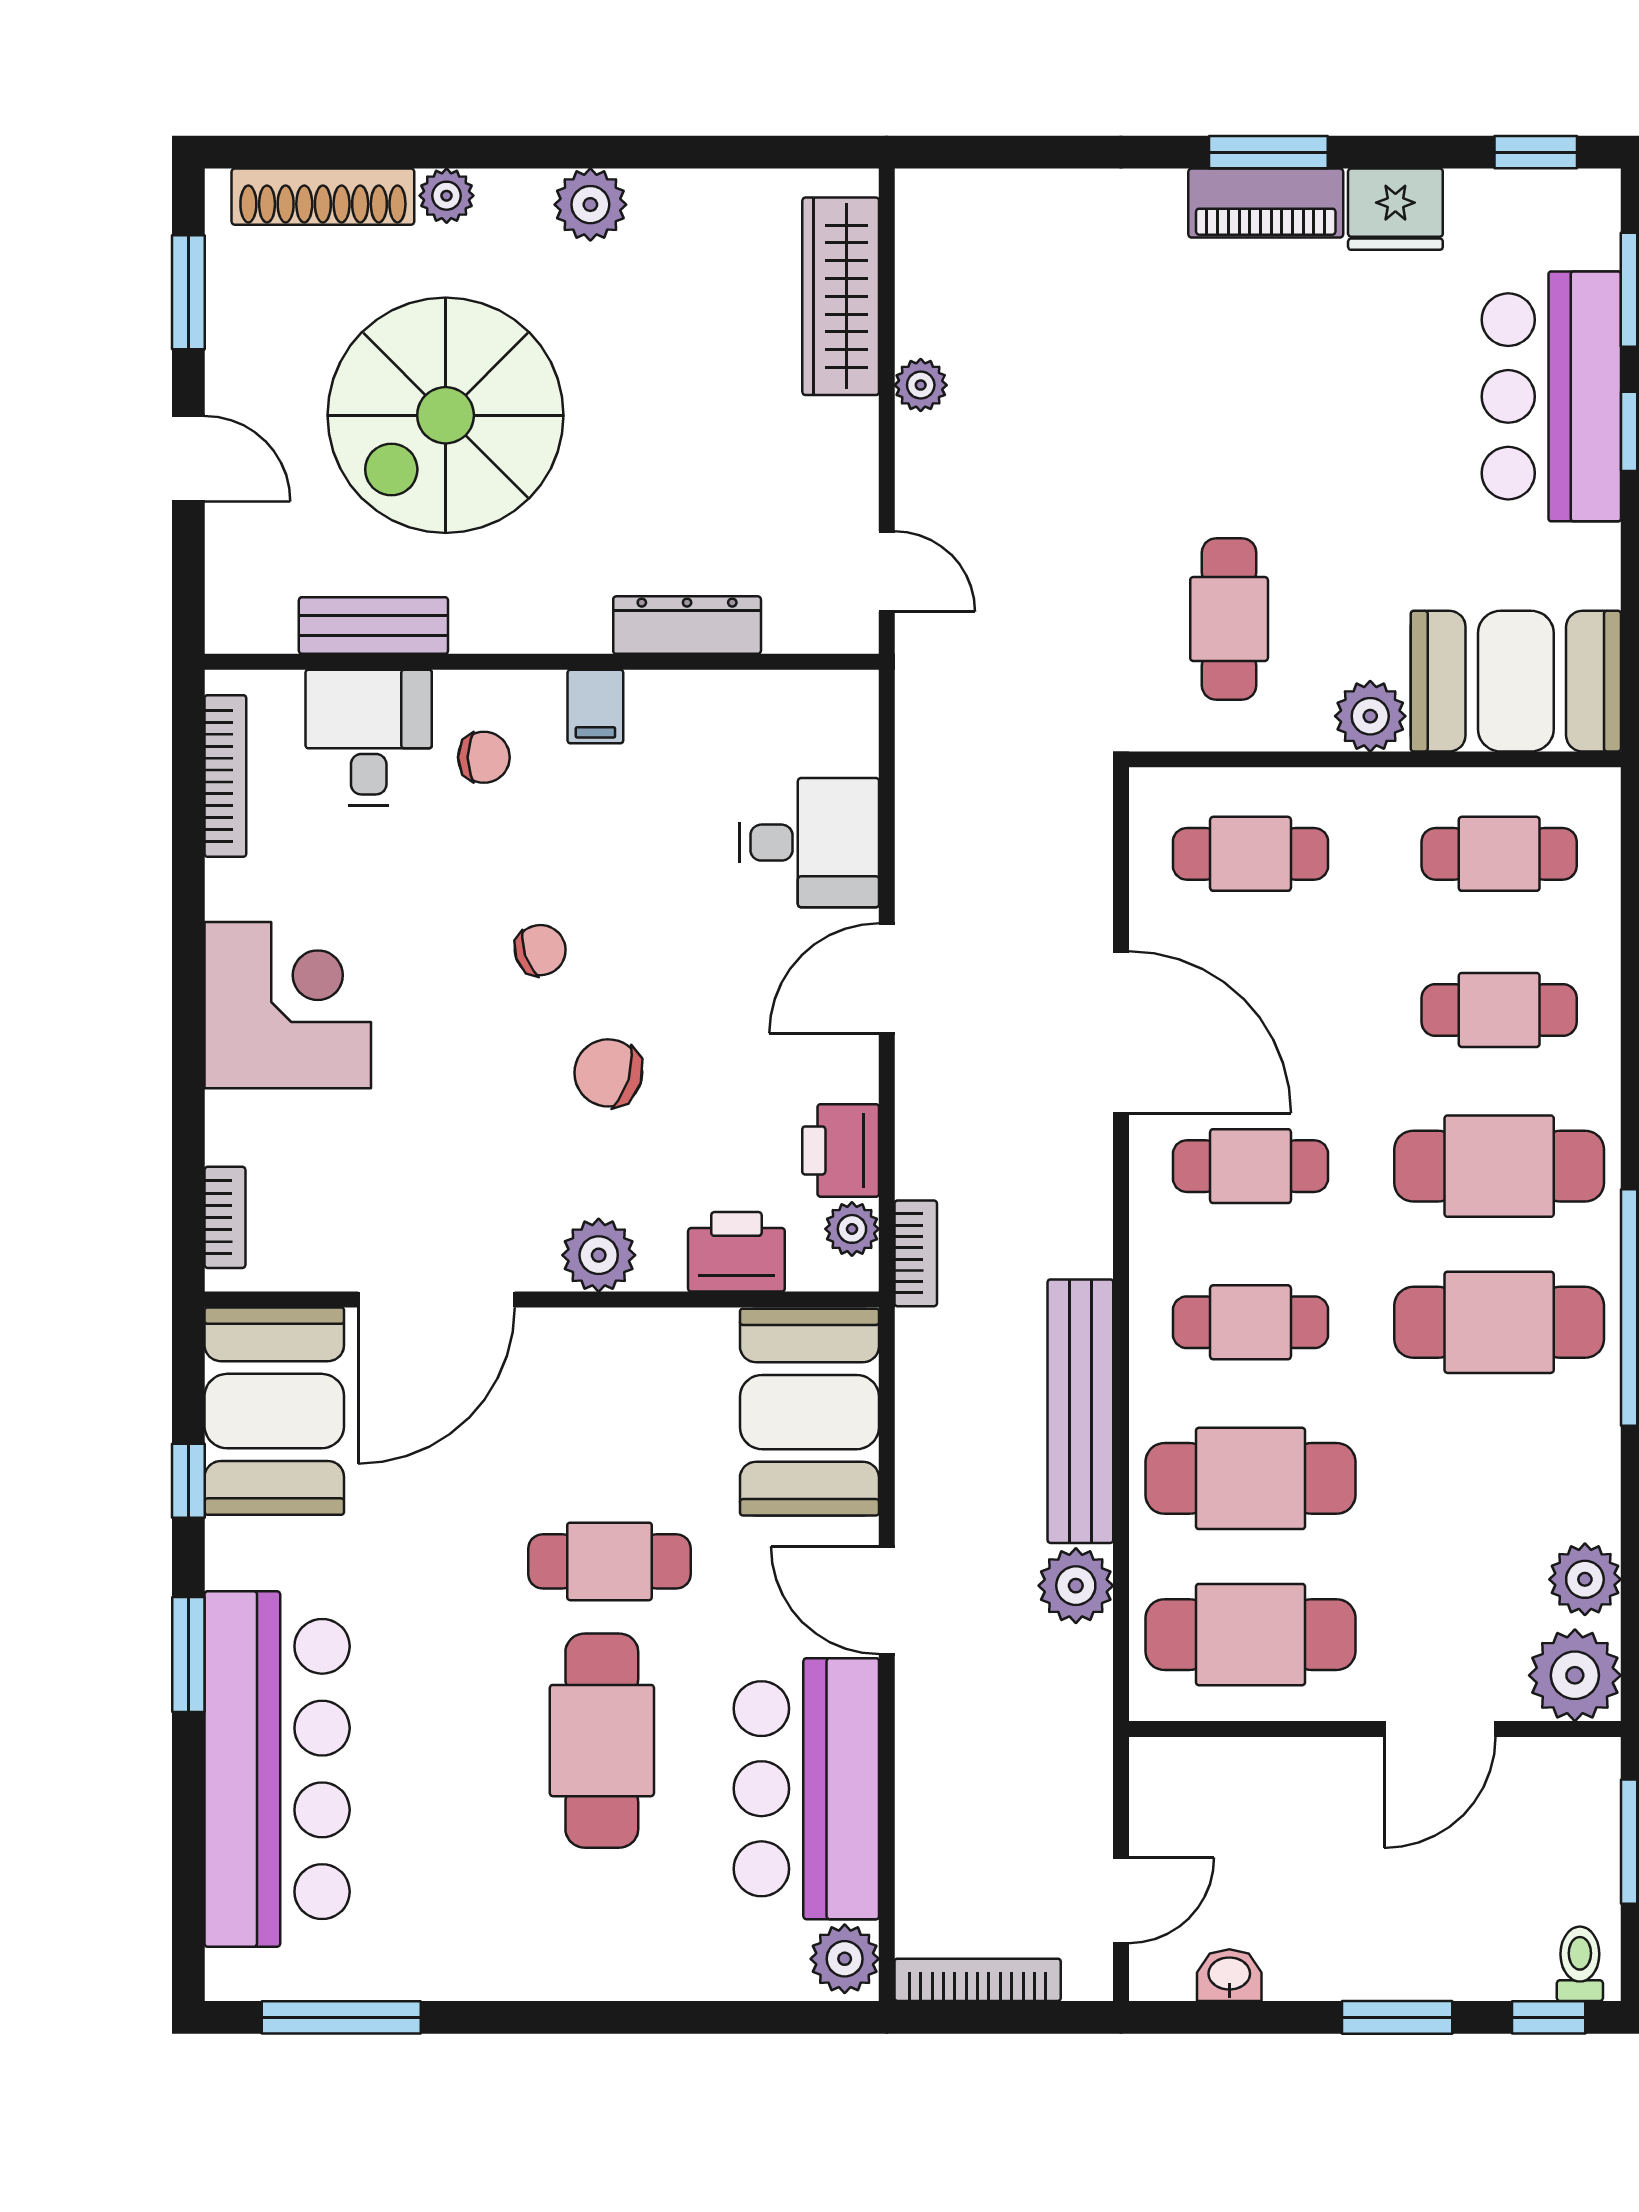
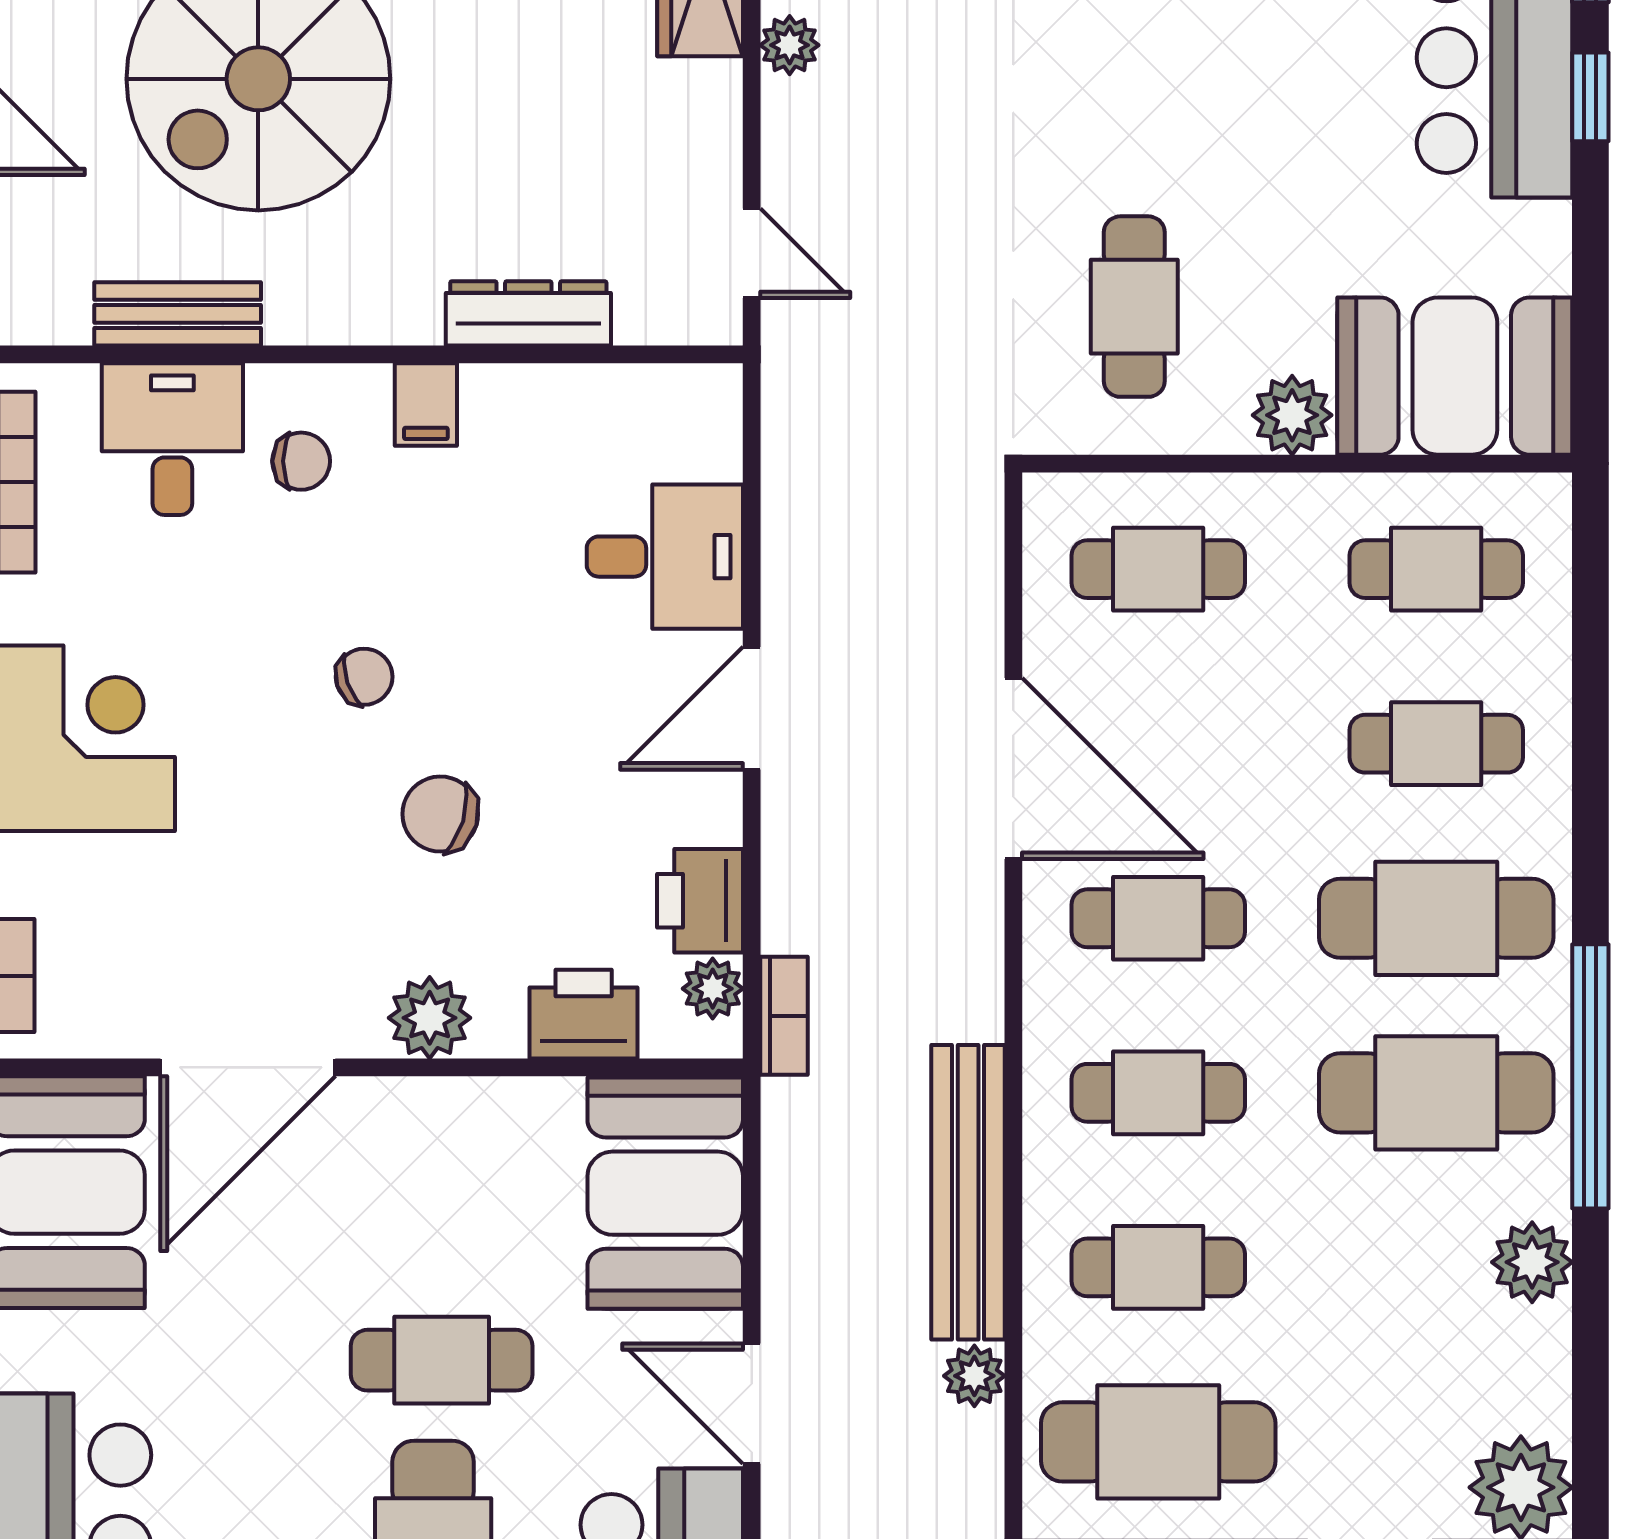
cafe table: (1250, 1478) -> (1158, 1267), width x0.73, depth x0.74
plant: (1585, 1579) -> (1532, 1262), moved
plant: (1076, 1586) -> (974, 1376), width x0.73, depth x0.73

